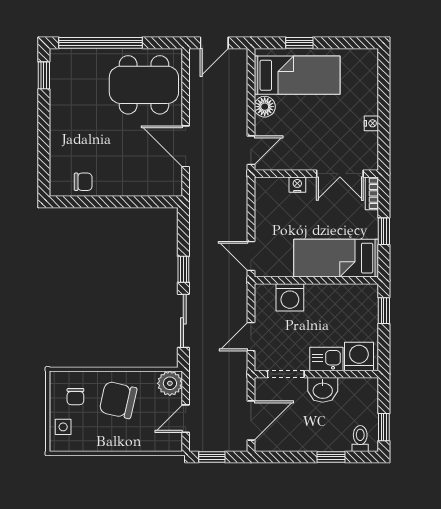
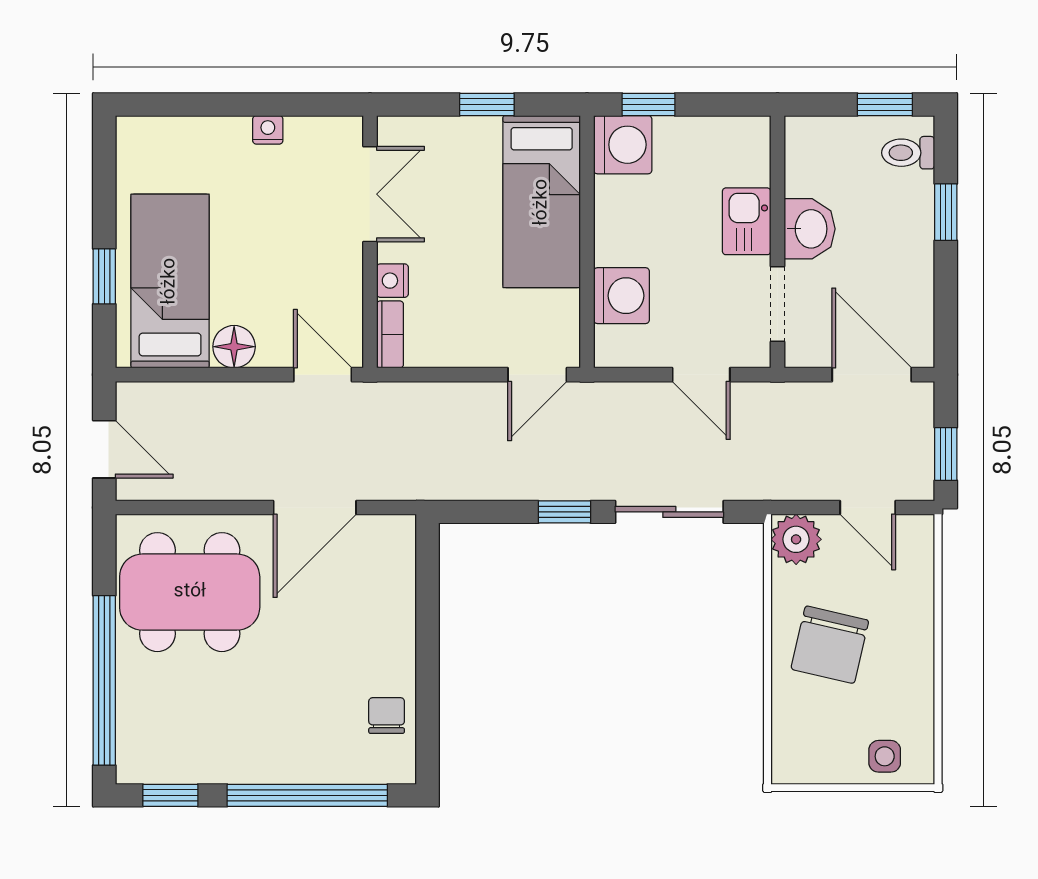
dining table: (144, 85) -> (190, 592), turned 90
window: (44, 143) -> (307, 795), added
bookcase: (372, 193) -> (390, 334), moved, turned -90
washing machine: (359, 357) -> (623, 145), moved, turned 180
chair: (75, 397) -> (823, 731), removed

